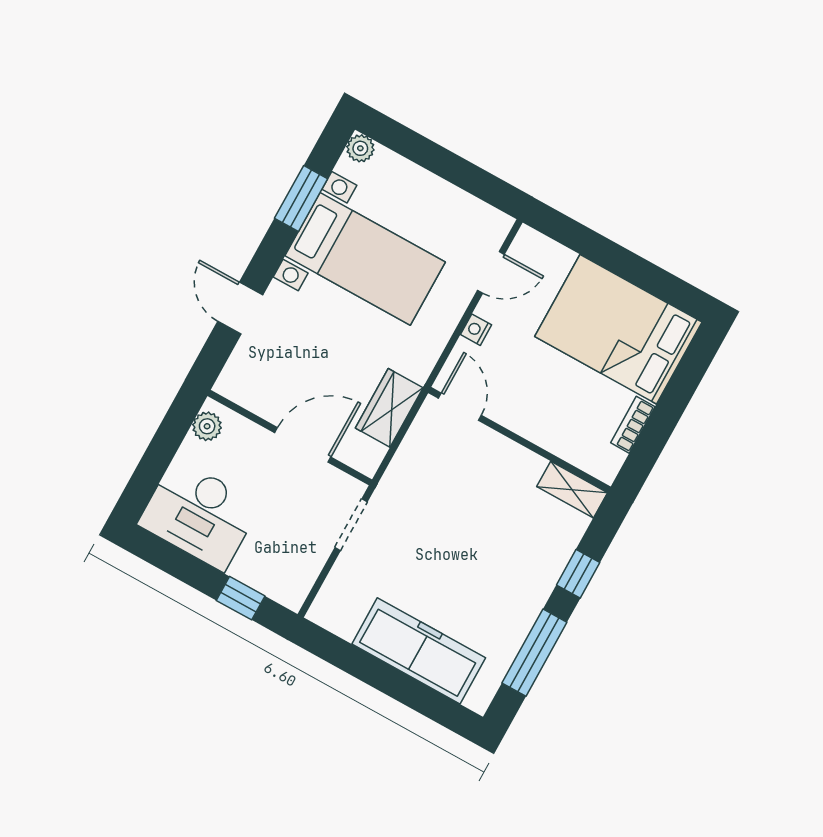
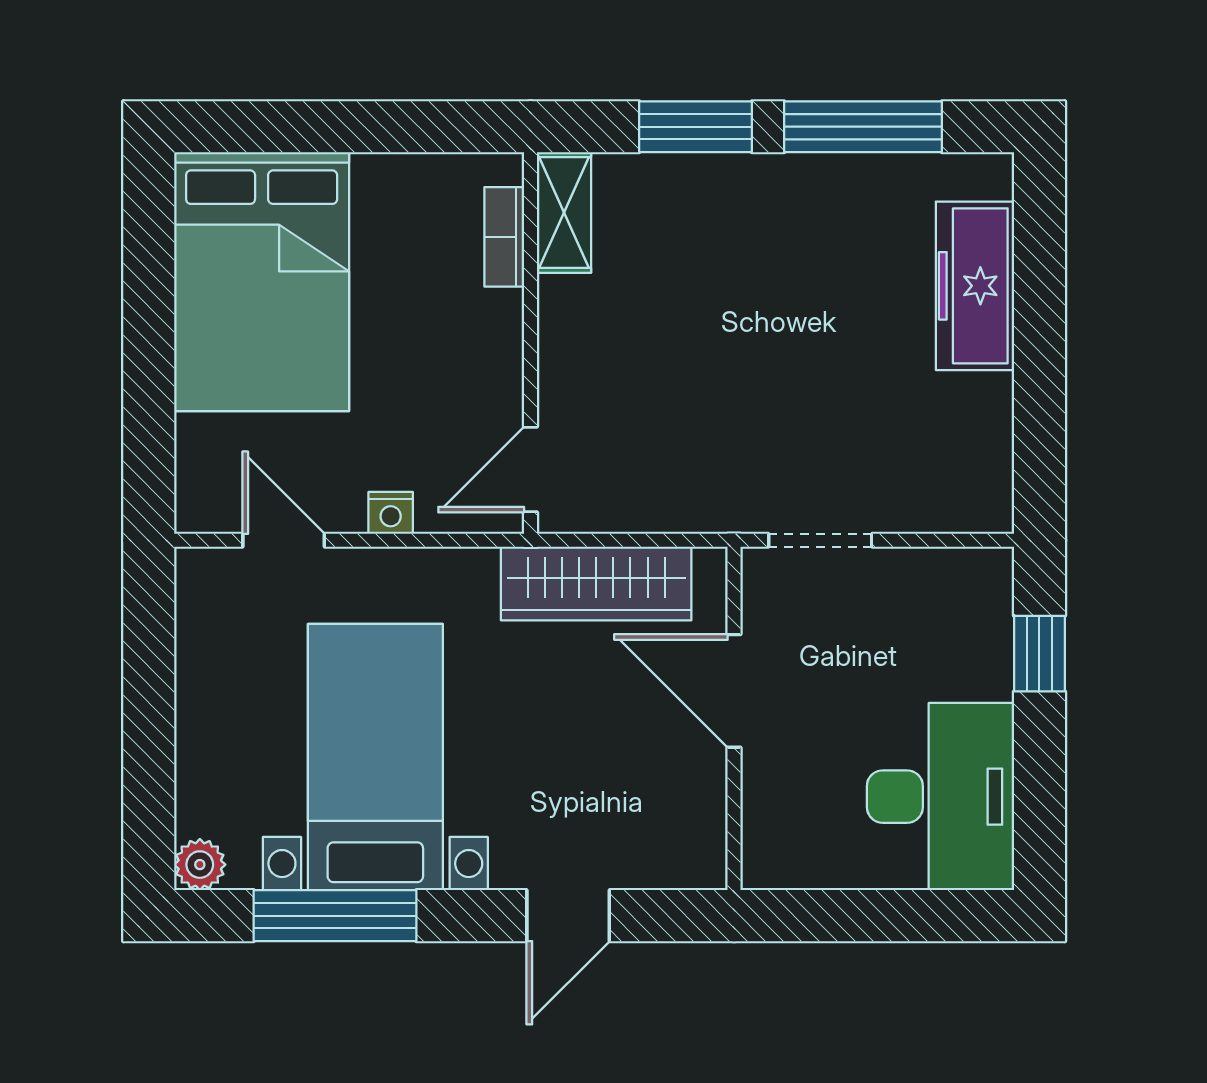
window: (301, 199) -> (335, 916), width x1.44
wardrobe: (389, 408) -> (596, 583), width x1.50
bookcase: (633, 425) -> (504, 237), moved, turned 90
plant: (207, 426) -> (790, 863), removed
window: (578, 574) -> (695, 127), width x1.50
freezer: (419, 651) -> (975, 286), width x0.73, depth x0.79

